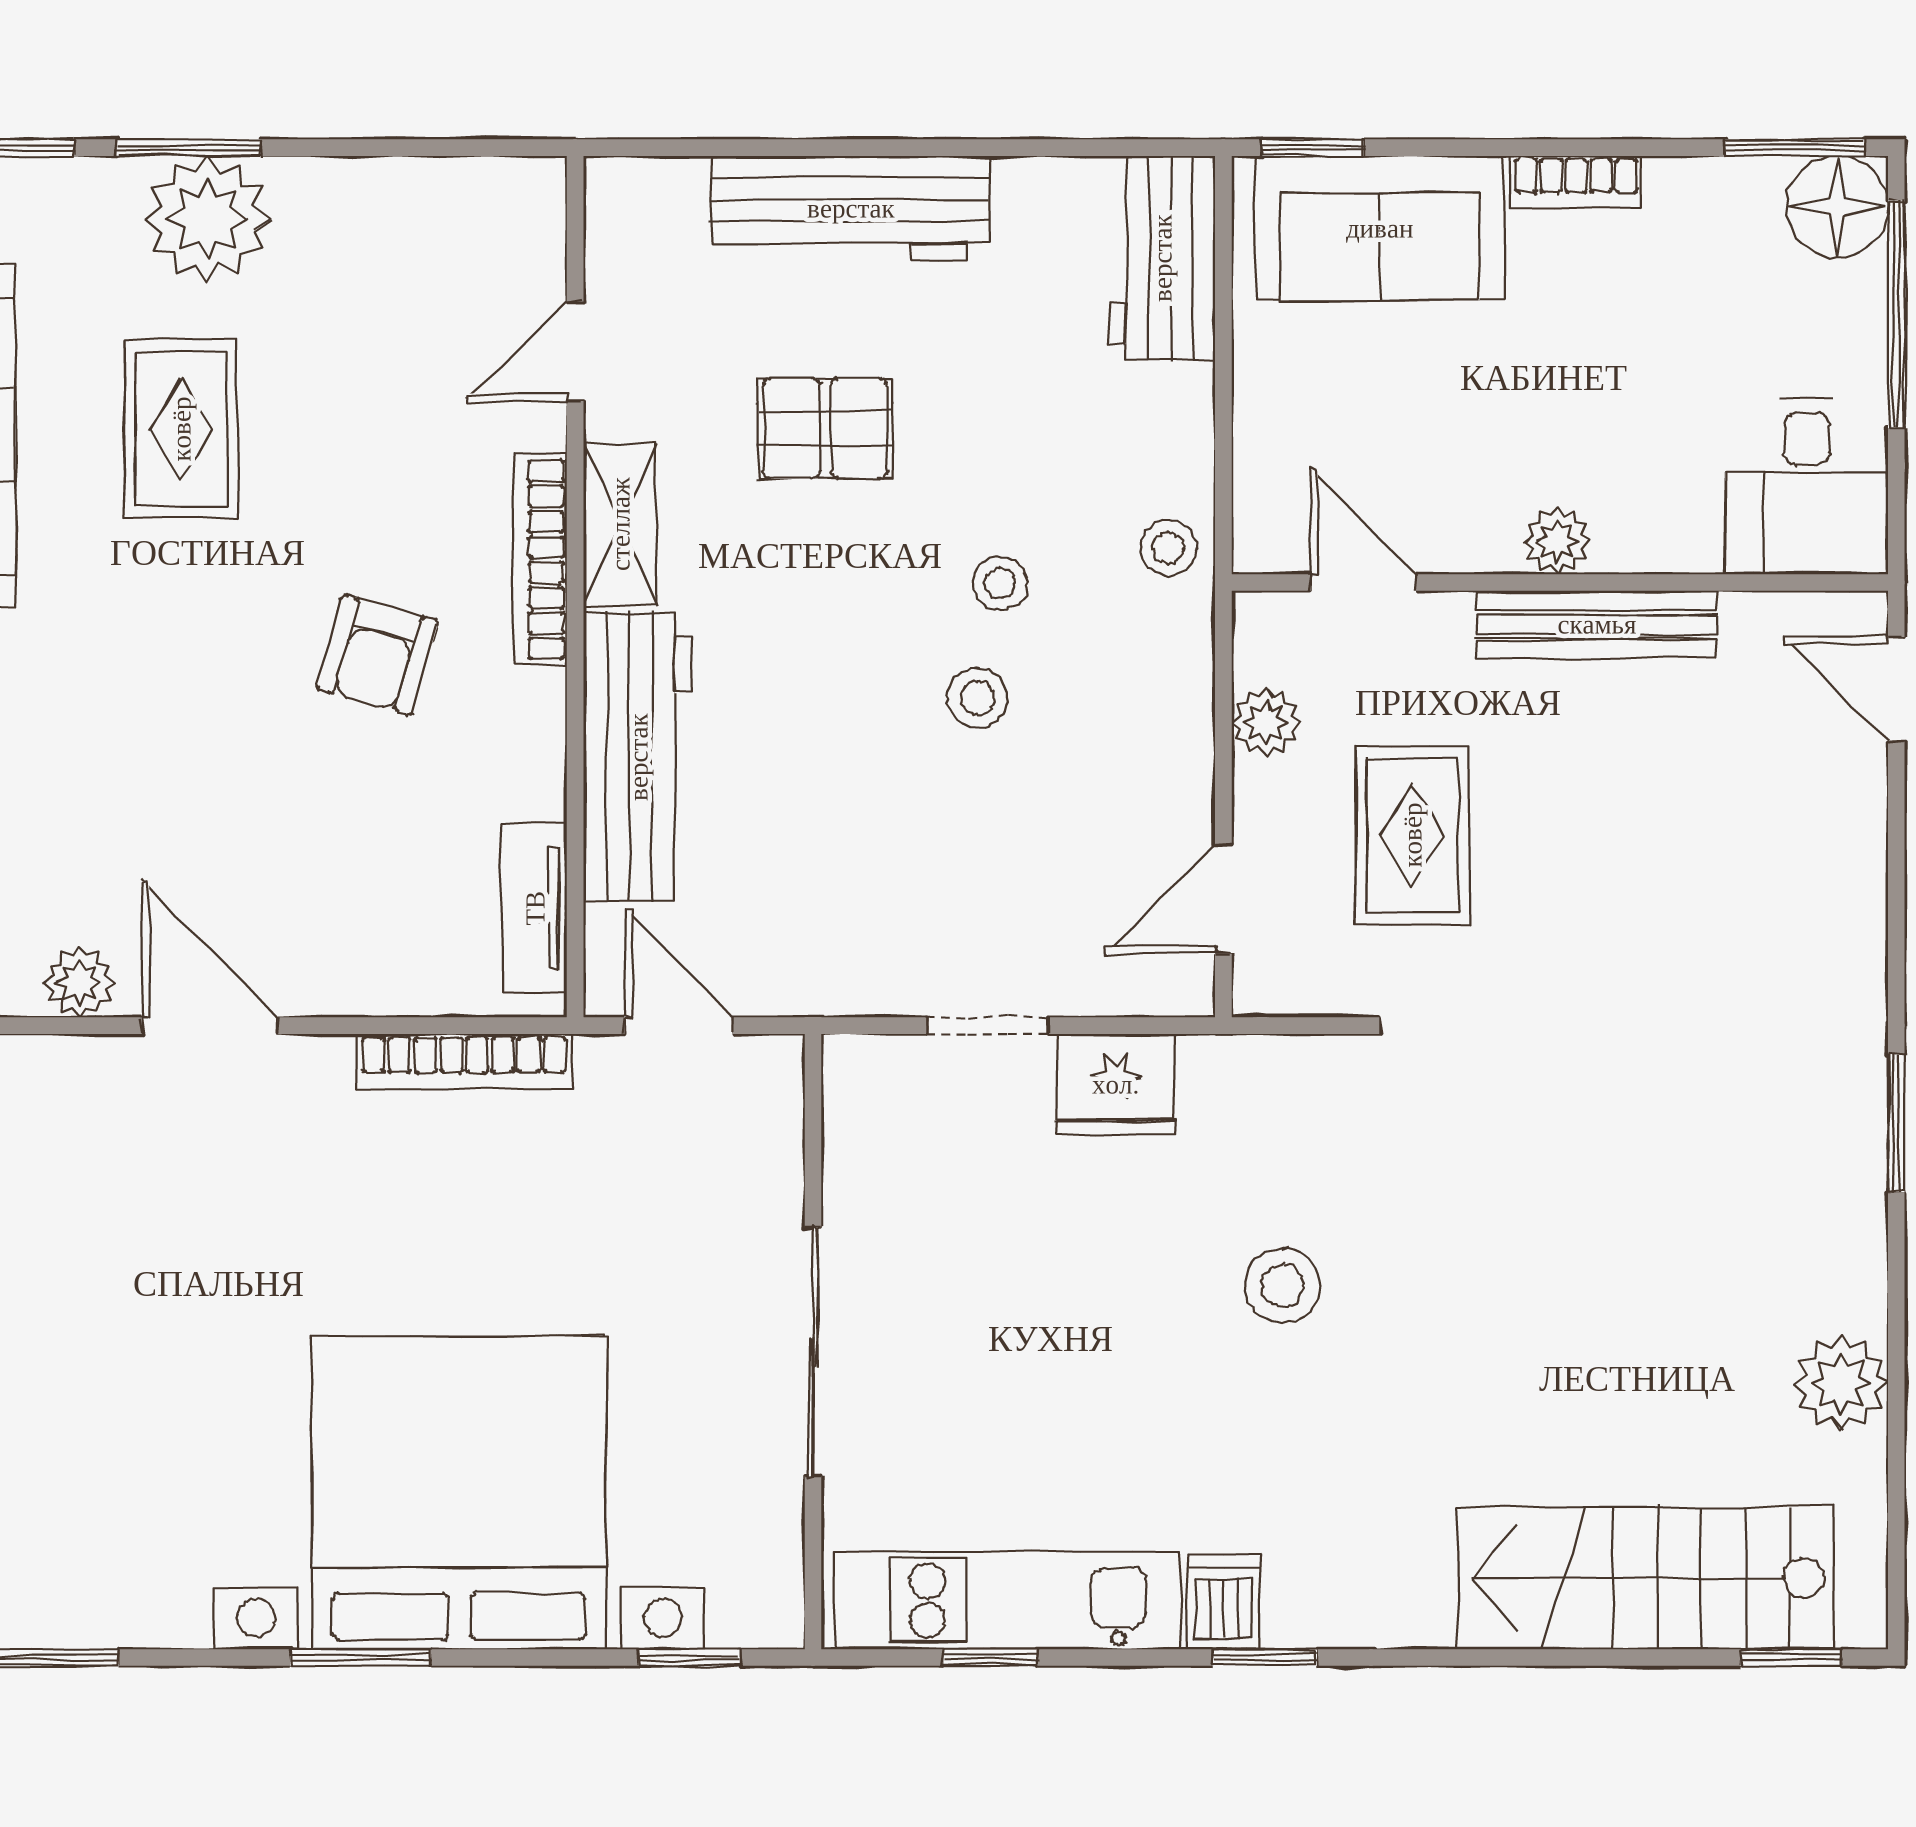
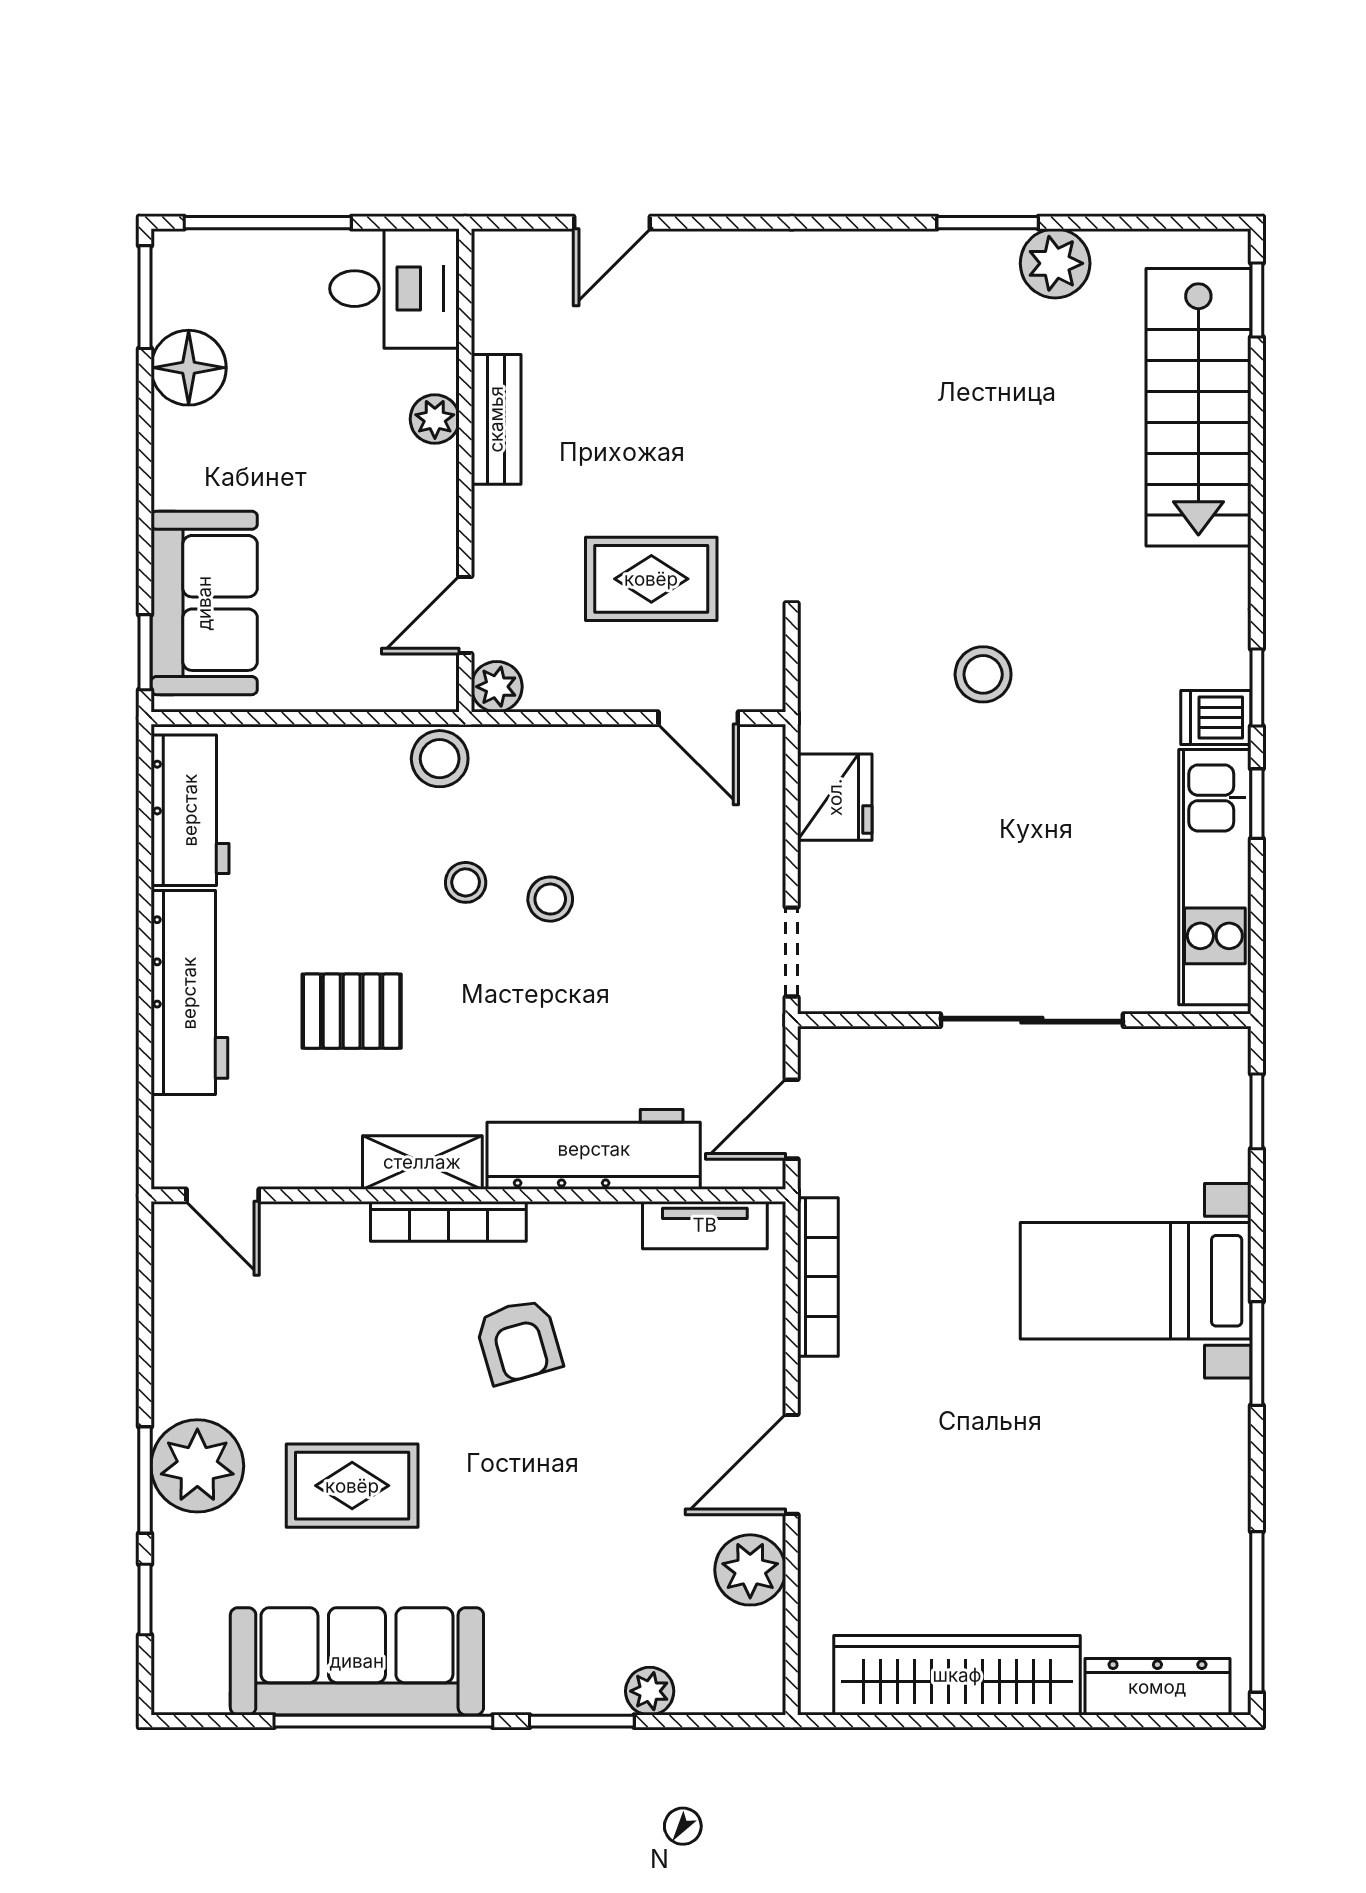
bookcase: (1576, 182) -> (170, 458), removed
floor lamp: (1837, 207) -> (189, 368), moved
workbench: (1162, 258) -> (190, 810), moved, turned -90
door: (575, 351) -> (223, 1195), moved
pallet: (825, 428) -> (352, 1011), turned 90
plant: (1557, 541) -> (435, 419), moved
stool: (1168, 548) -> (440, 759), width x1.37, depth x1.37
bench: (1597, 624) -> (496, 419), width x0.73
armchair: (377, 655) -> (519, 1341), turned 58
door: (1896, 689) -> (612, 223), moved
plant: (1266, 722) -> (497, 687), moved
plant: (80, 983) -> (750, 1570), width x1.38, depth x1.38
doorway: (988, 1026) -> (792, 952), moved
window: (1896, 1123) -> (988, 223), moved
bed with nightstands: (459, 1493) -> (1136, 1281), width x0.54
window: (991, 1657) -> (1257, 804), moved

